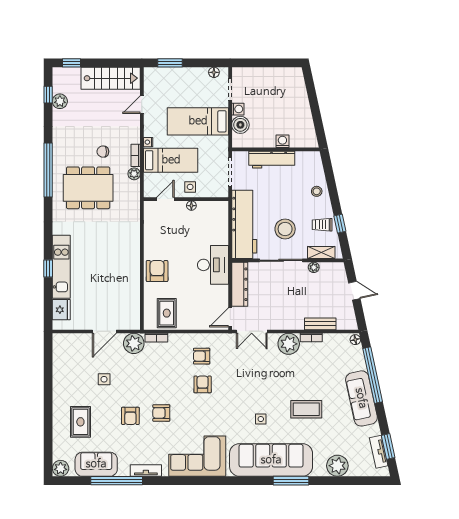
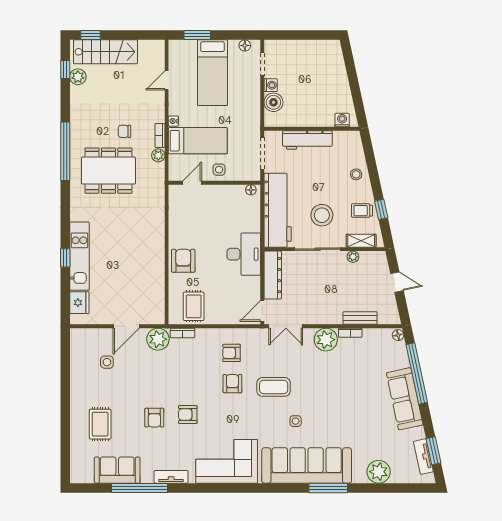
stairs: (111, 78) -> (105, 52), moved
bed: (198, 121) -> (212, 73), moved, turned -90
washing machine: (282, 141) -> (342, 120), moved
floor lamp: (191, 206) -> (251, 190), moved
side table: (104, 379) -> (107, 362), moved
coffee table: (306, 409) -> (274, 387), moved
plant: (61, 468) -> (79, 474), removed

